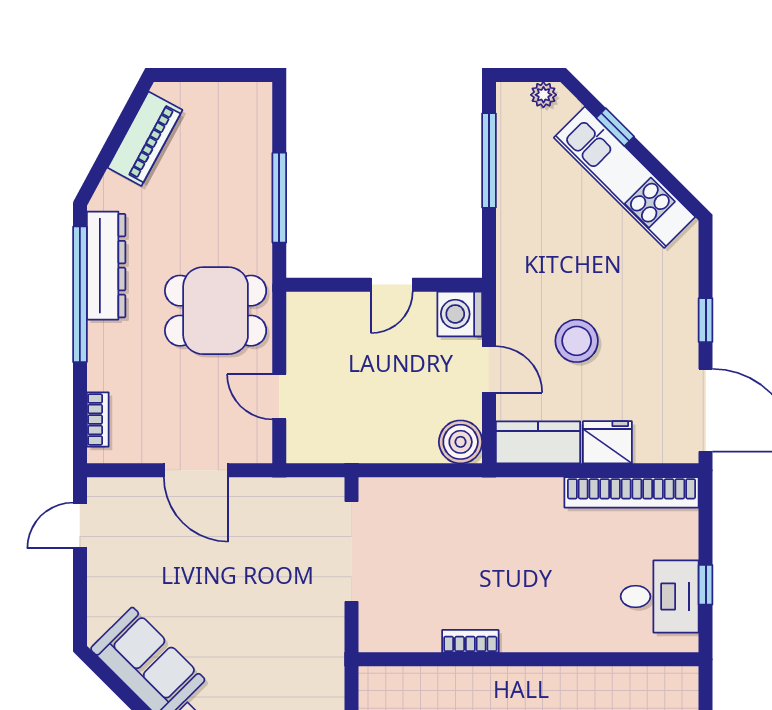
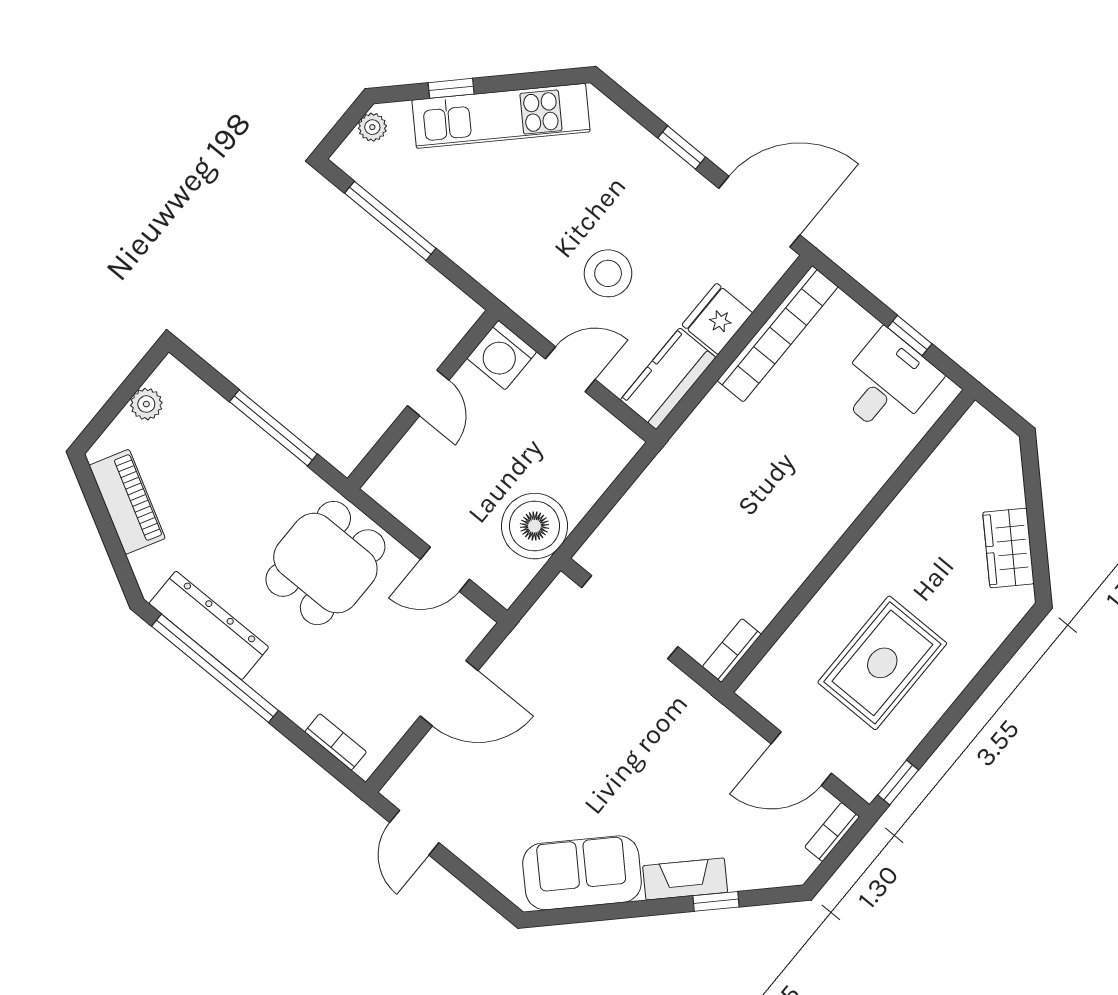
plant: (223, 96) -> (146, 404), added
boiler: (461, 442) -> (535, 526), moved, width x1.37, depth x1.37
bookcase: (470, 641) -> (732, 651), moved

